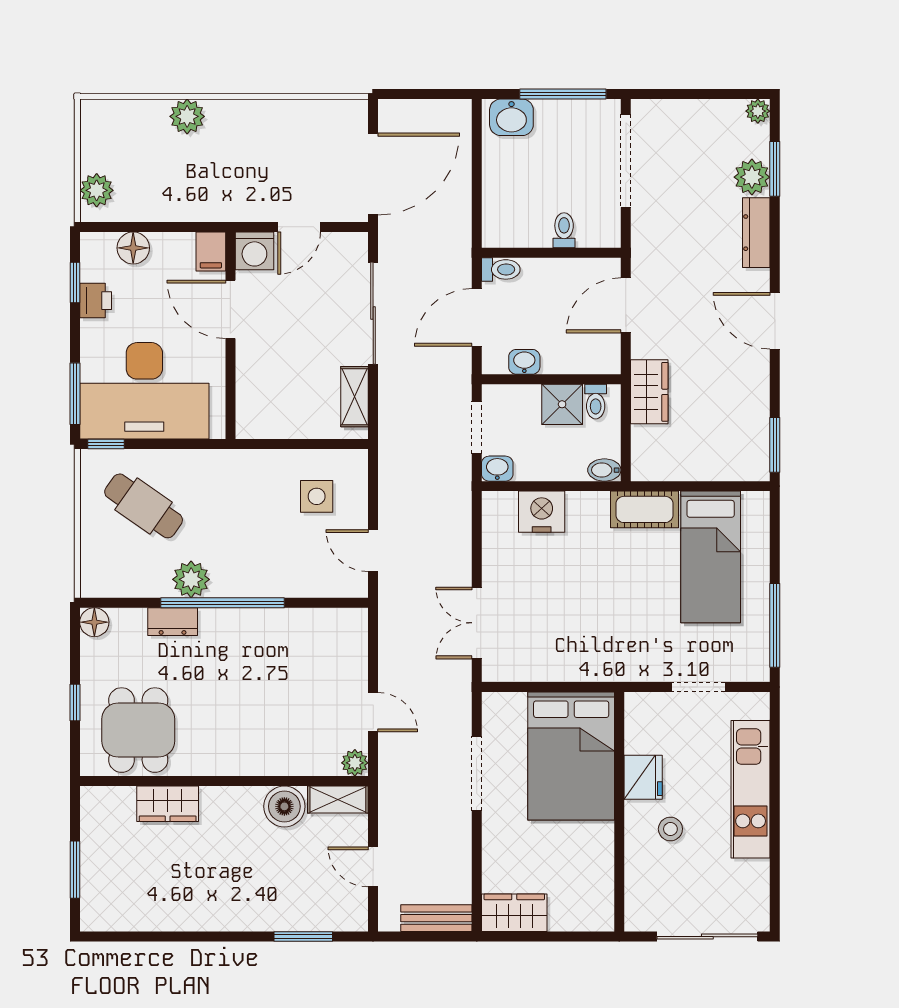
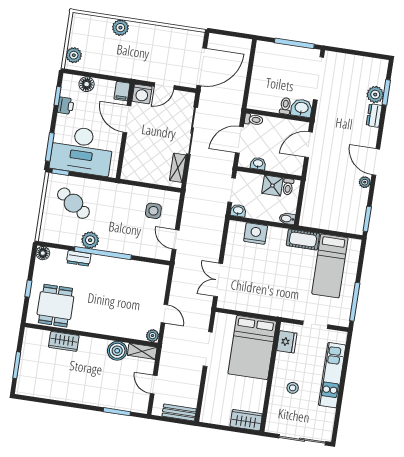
plant: (758, 111) -> (365, 182), moved
washbasin: (511, 117) -> (302, 108), moved, turned 180
dresser: (756, 233) -> (374, 115), width x0.70
wardrobe: (649, 392) -> (313, 186), removed
fridge: (643, 777) -> (287, 342), moved
wardrobe: (514, 913) -> (246, 420), moved

